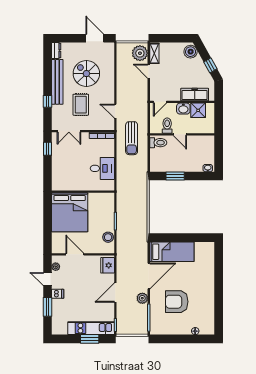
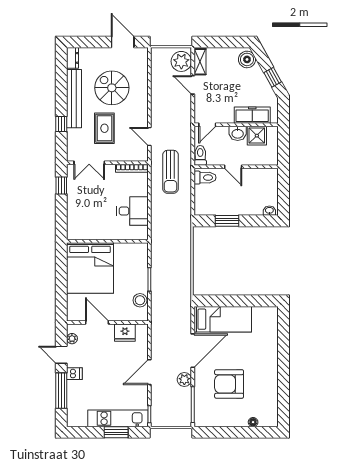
toilet: (167, 126) -> (200, 155), moved
fridge: (108, 265) -> (125, 333), moved, turned -90
window: (47, 307) -> (61, 391), width x1.44

